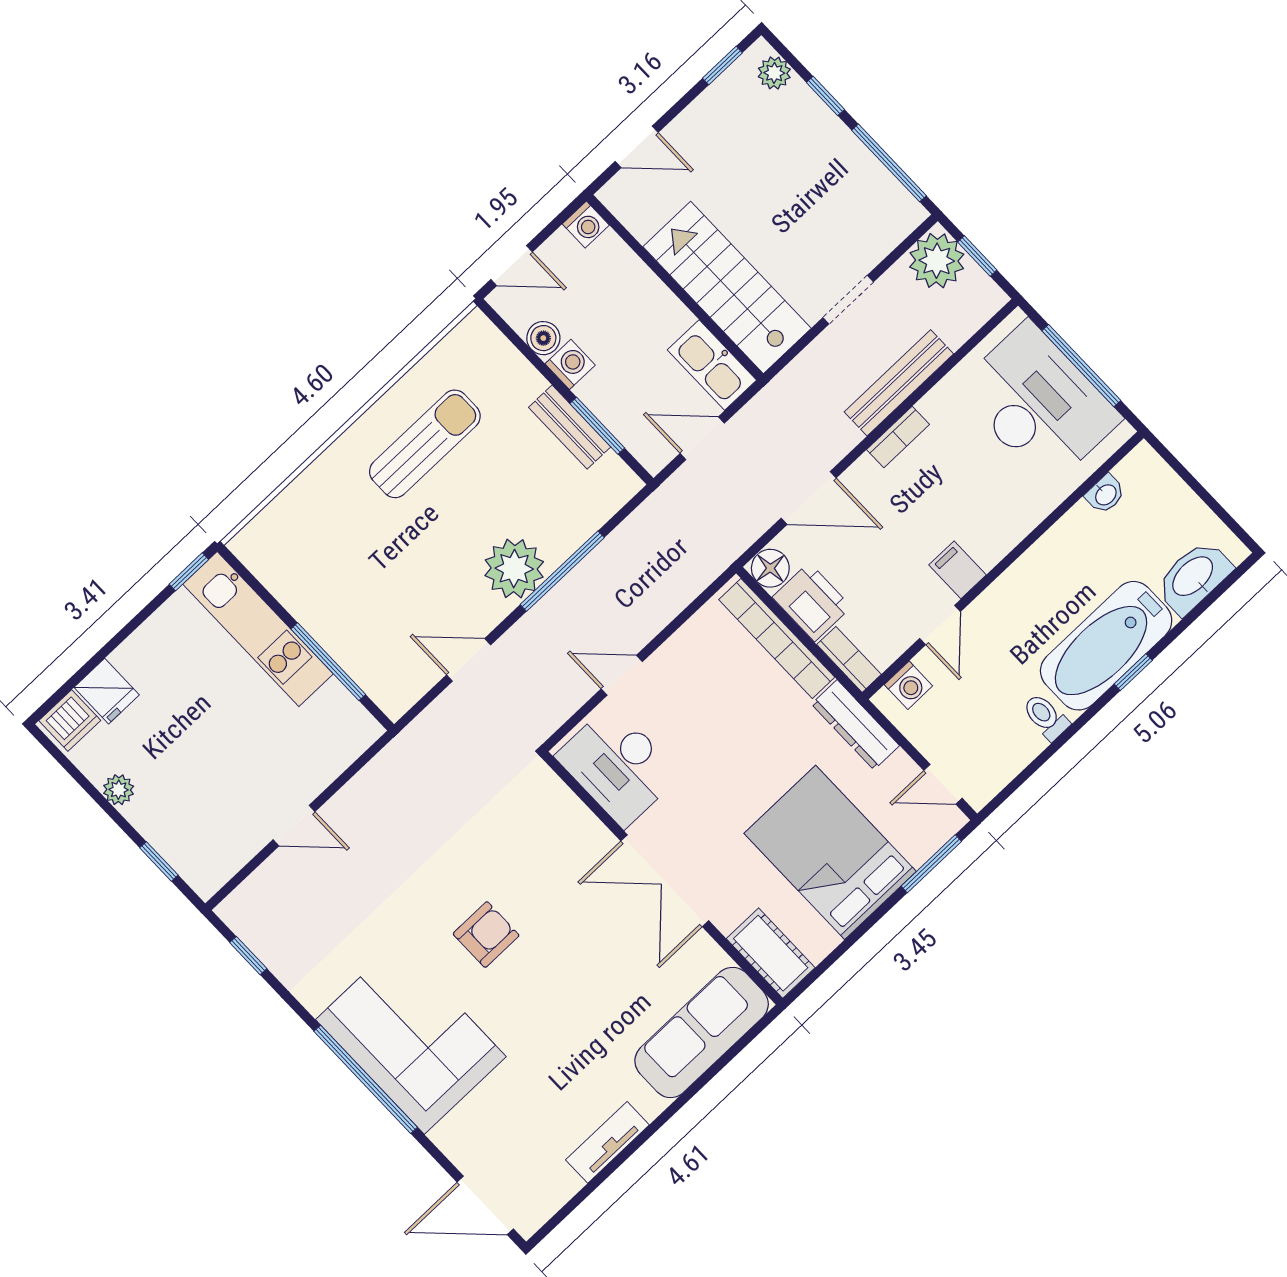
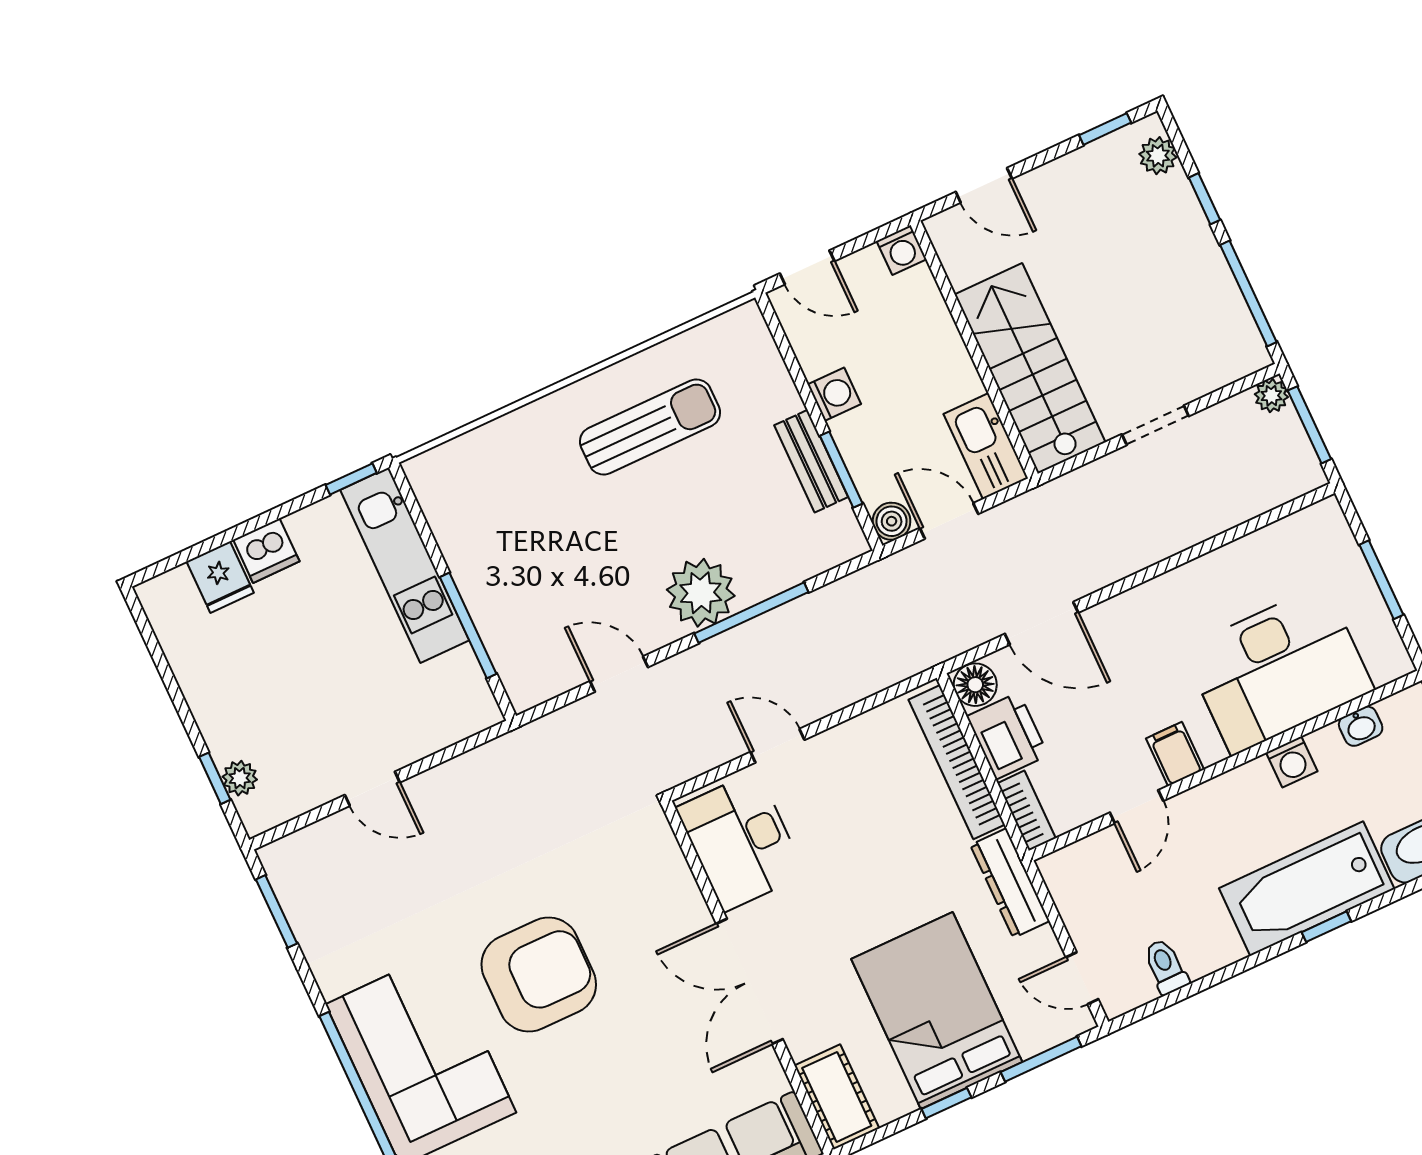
window: (977, 256) -> (1309, 425), width x1.50
plant: (937, 261) -> (1271, 396), width x0.53, depth x0.53
boiler: (543, 338) -> (892, 521), moved
window: (1081, 366) -> (1381, 580), width x0.69
bench: (899, 383) -> (1180, 532), removed
desk: (1038, 404) -> (1278, 669), moved, turned 90
bookcase: (898, 437) -> (1159, 590), removed
washing machine: (908, 685) -> (1292, 762), moved
toilet: (1046, 717) -> (1166, 967), moved
dishwasher: (70, 720) -> (266, 551), moved
plant: (119, 790) -> (240, 778), moved
window: (864, 927) -> (946, 1103), added
armchair: (486, 935) -> (539, 975), width x1.88, depth x1.88
window: (248, 956) -> (276, 911), width x1.50

